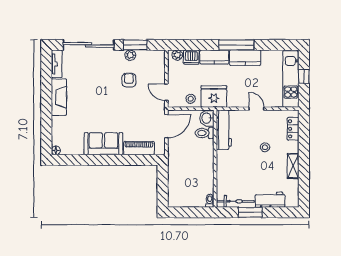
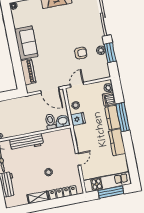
window: (236, 45) -> (123, 117), moved
window: (304, 77) -> (111, 192), width x2.17
fridge: (214, 96) -> (78, 119), width x0.53, depth x0.75
locker: (293, 129) -> (63, 193), width x1.53
workbench: (224, 130) -> (27, 142), moved

